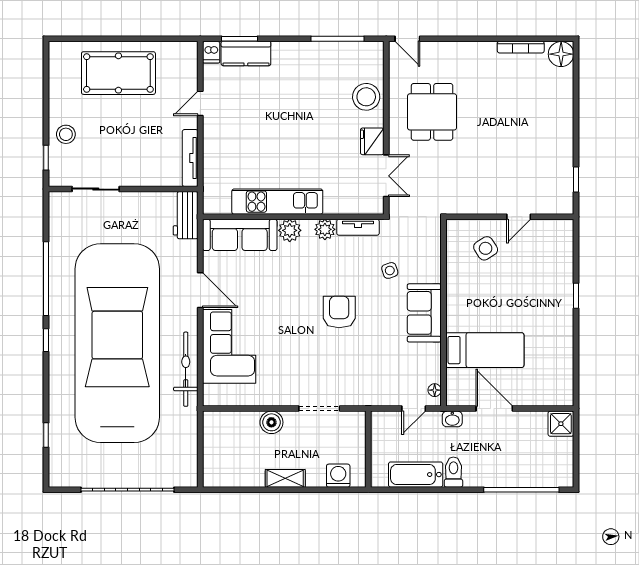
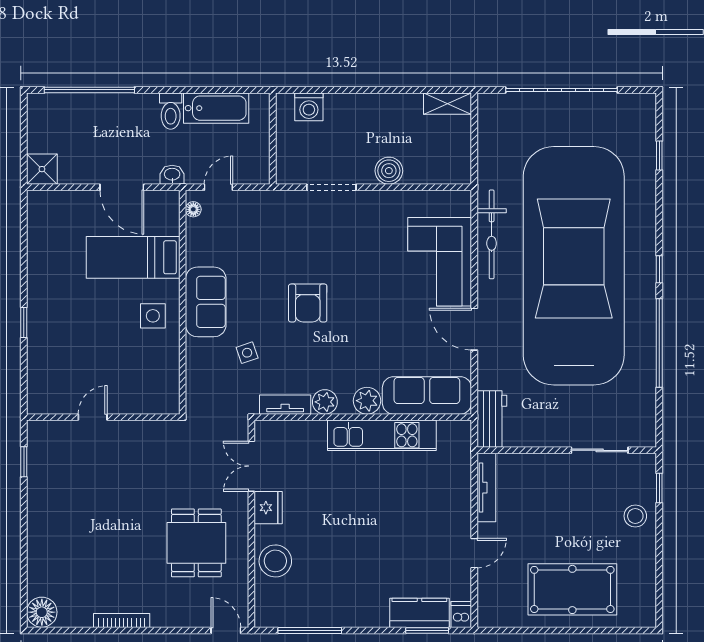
bookcase: (521, 47) -> (122, 621), moved
side table: (486, 248) -> (153, 316), moved, turned 33
car: (117, 343) -> (574, 266), turned 180
shelving: (285, 478) -> (448, 104), moved

